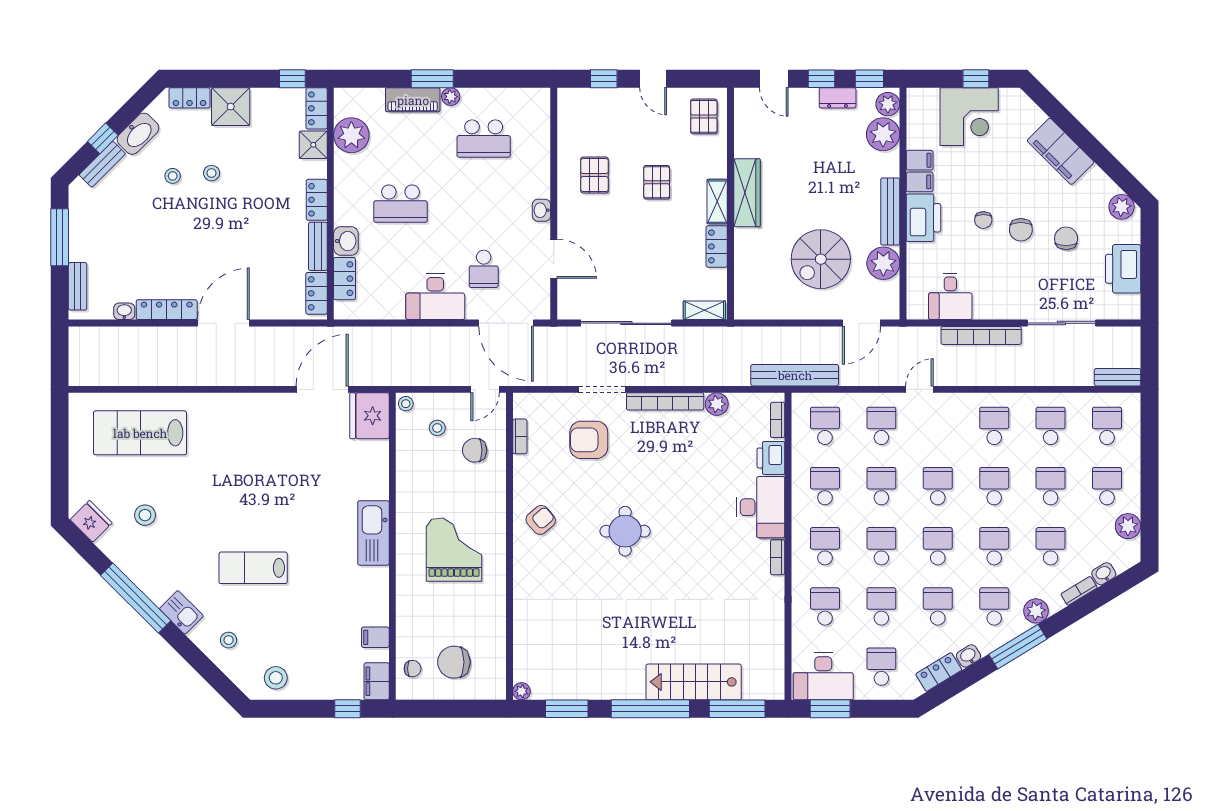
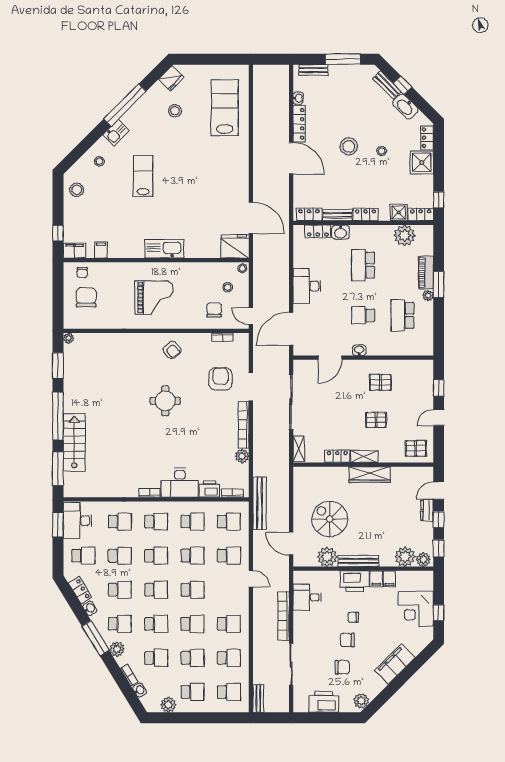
dresser: (838, 98) -> (427, 510), moved
stool: (173, 176) -> (349, 146), moved, width x1.89, depth x1.89
school desk: (484, 269) -> (363, 315), moved

